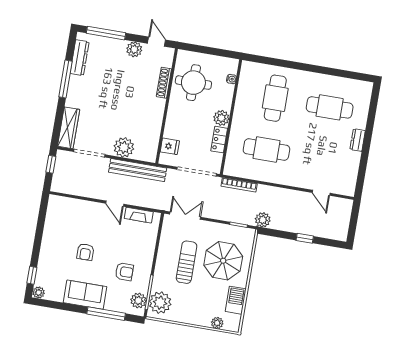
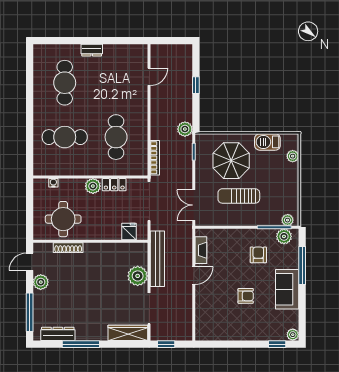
plant: (160, 303) -> (288, 220), width x0.53, depth x0.53

